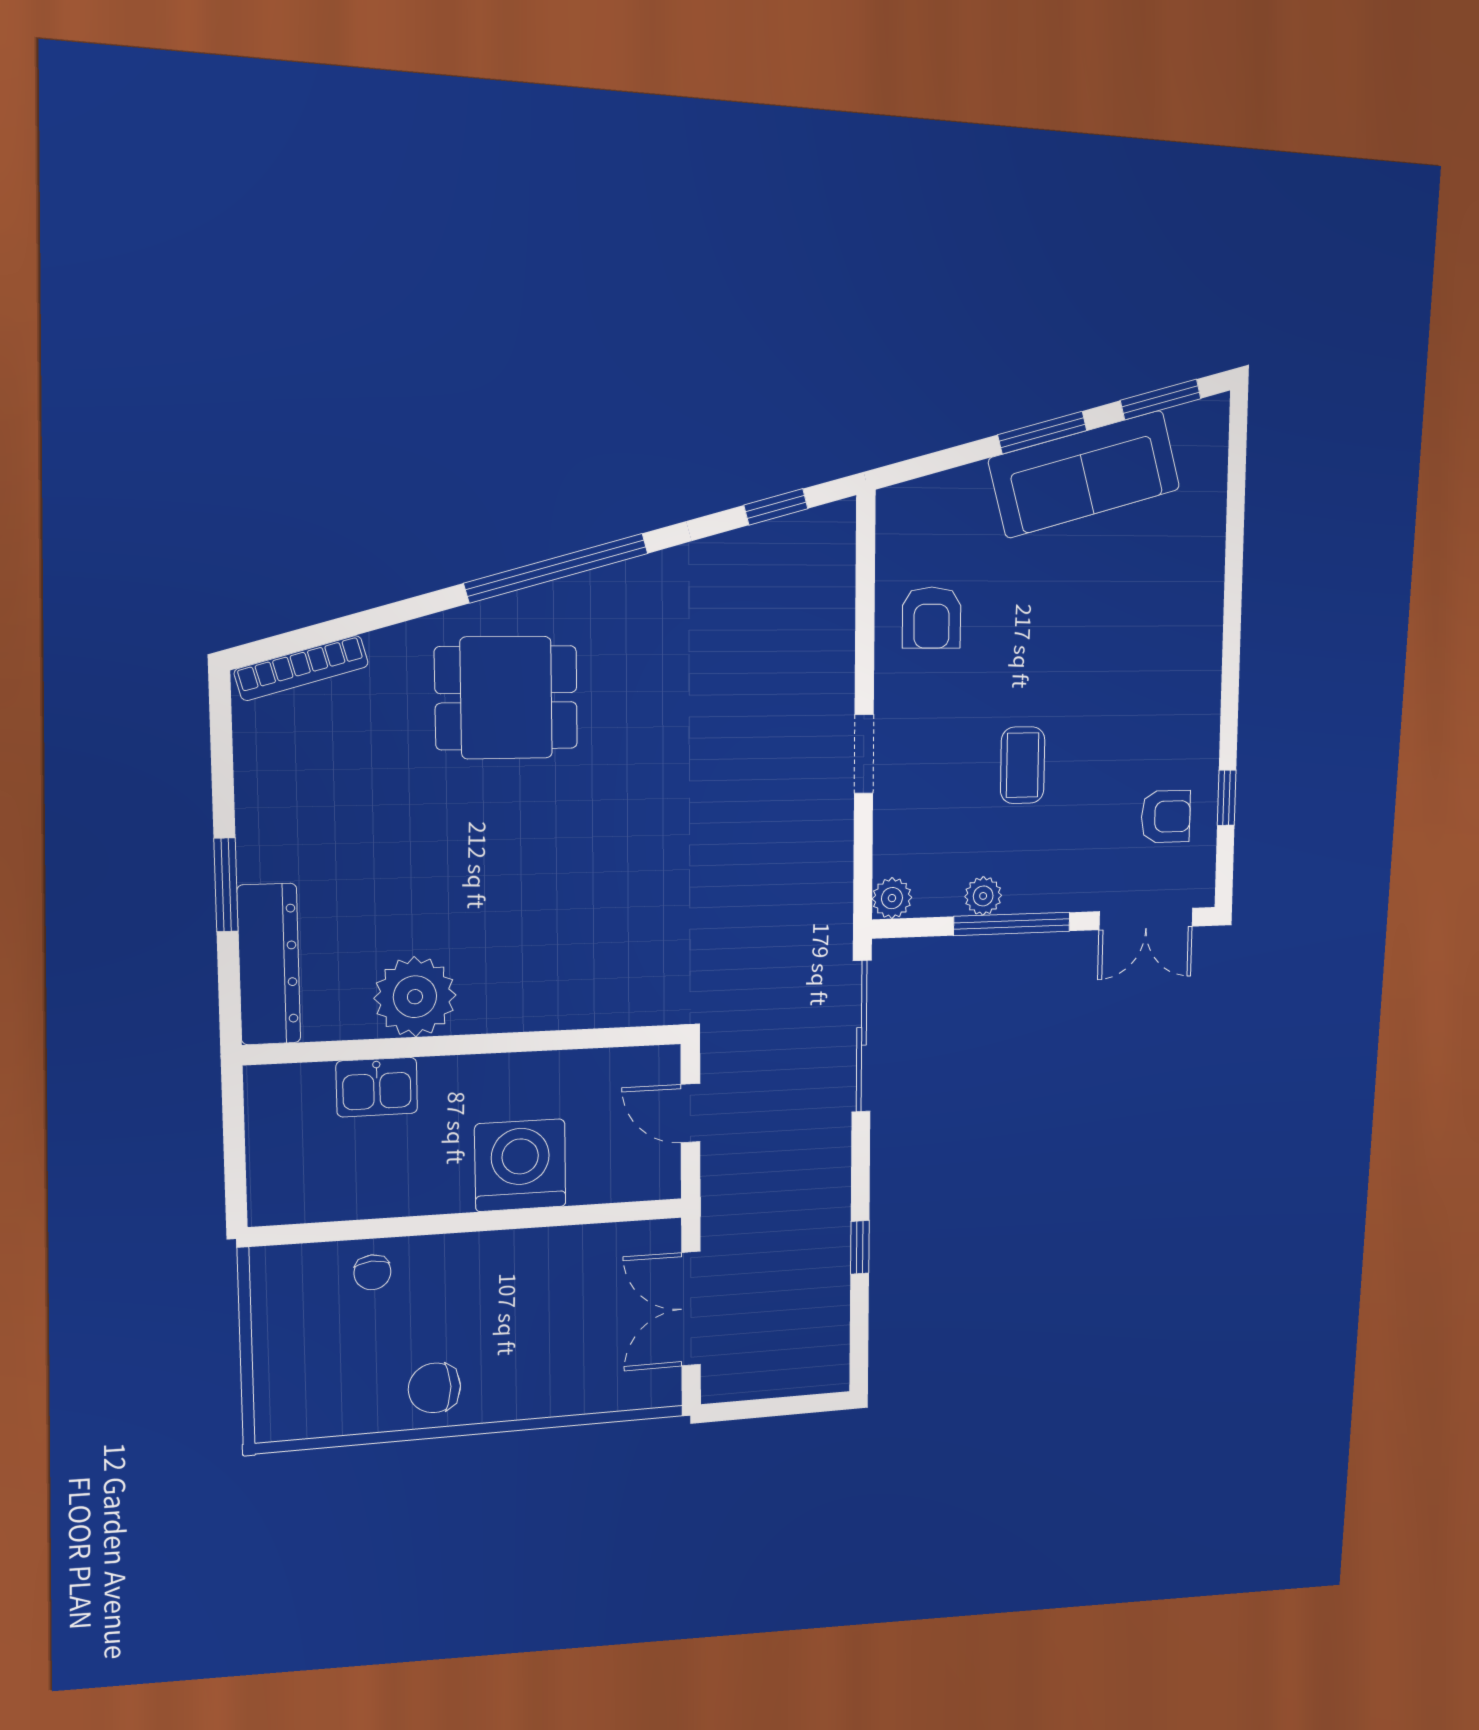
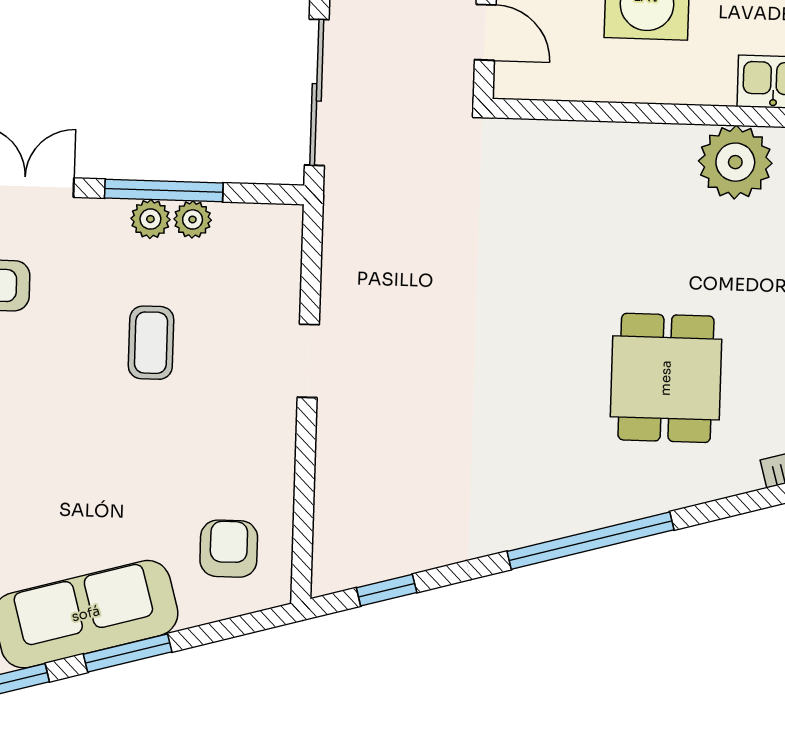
armchair: (932, 618) -> (229, 549), moved
dining table: (506, 698) -> (666, 378), moved, turned 90
plant: (892, 898) -> (150, 219), moved

